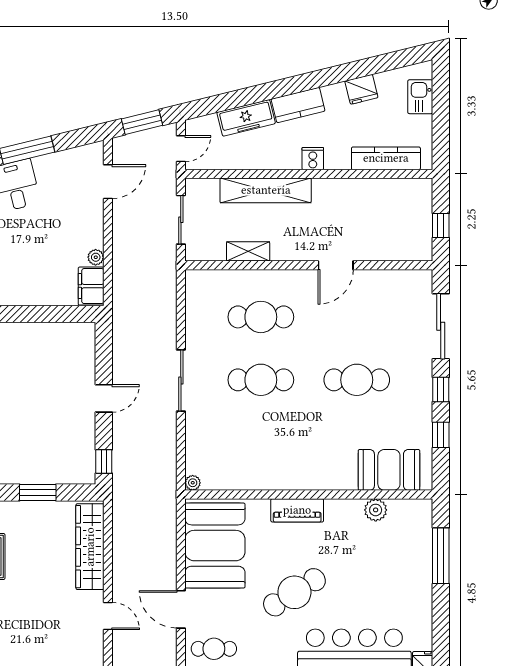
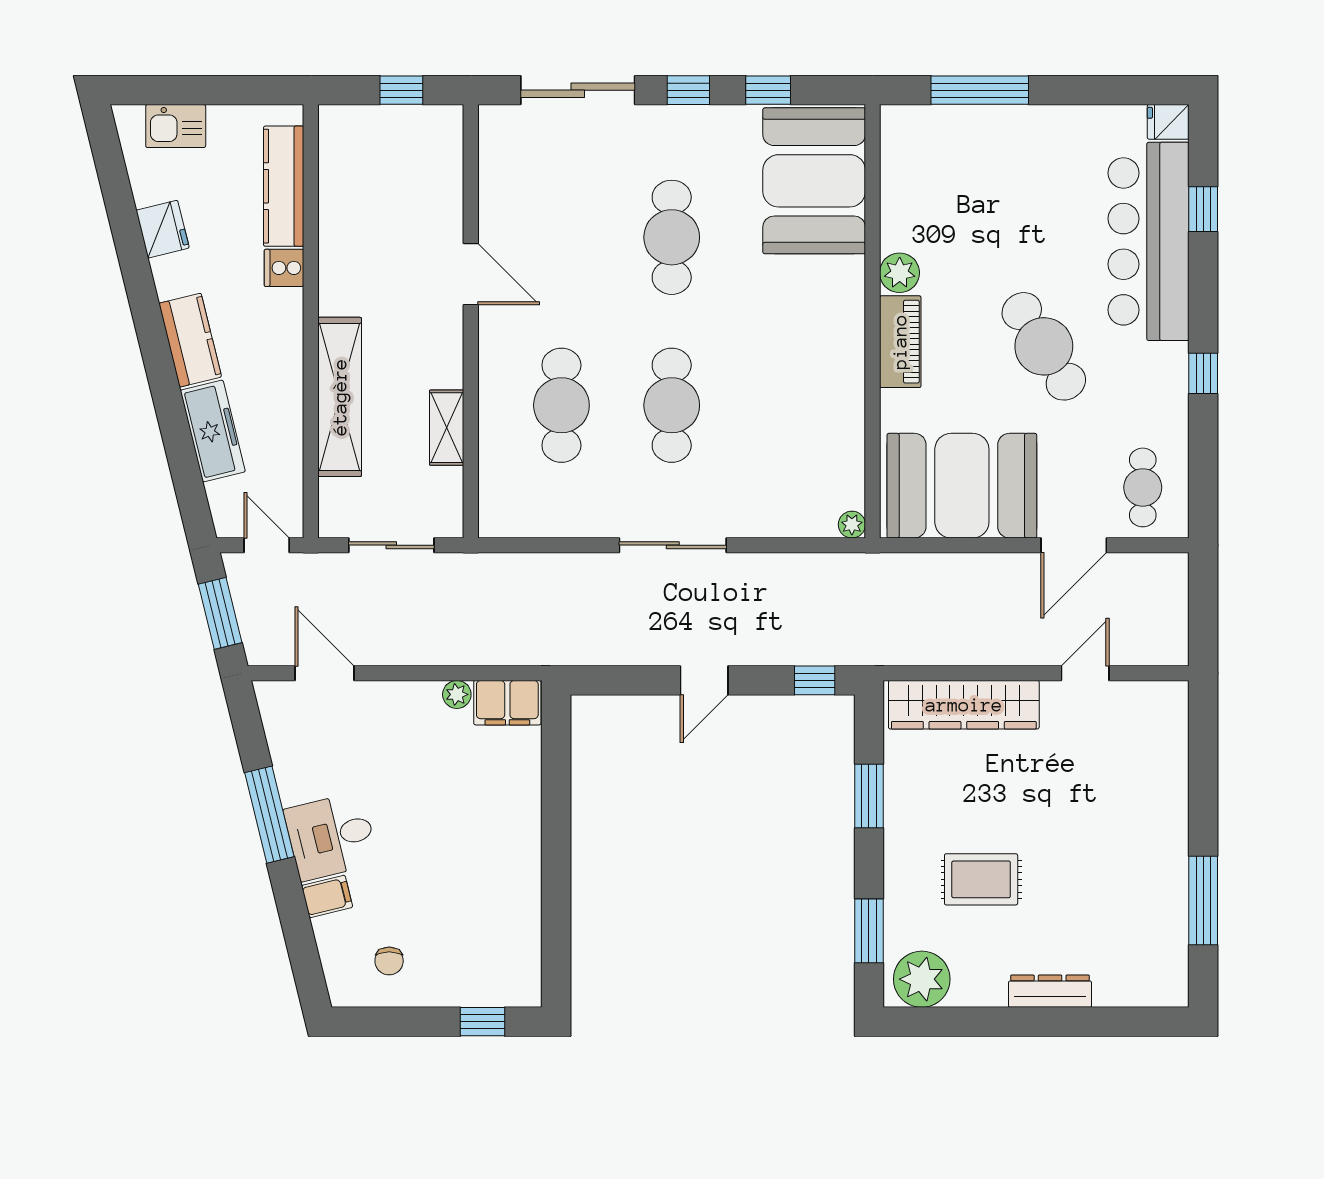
cooker: (313, 159) -> (284, 268), moved
door: (104, 398) -> (704, 680), swing flipped
booth: (389, 470) -> (814, 181), width x1.36, depth x1.42
plant: (376, 510) -> (900, 273), moved

